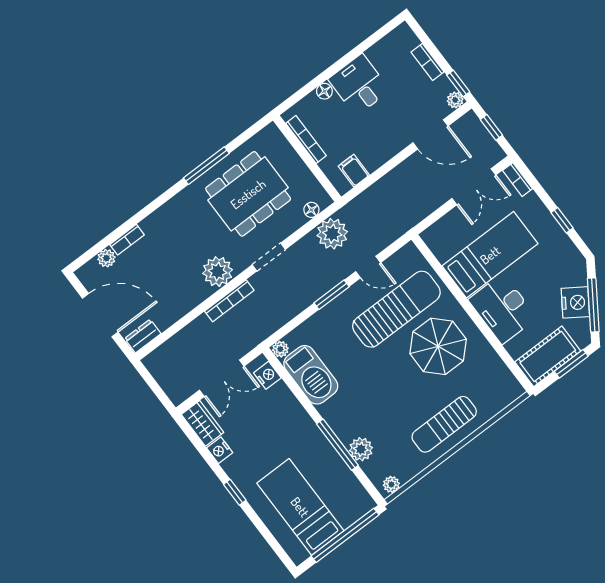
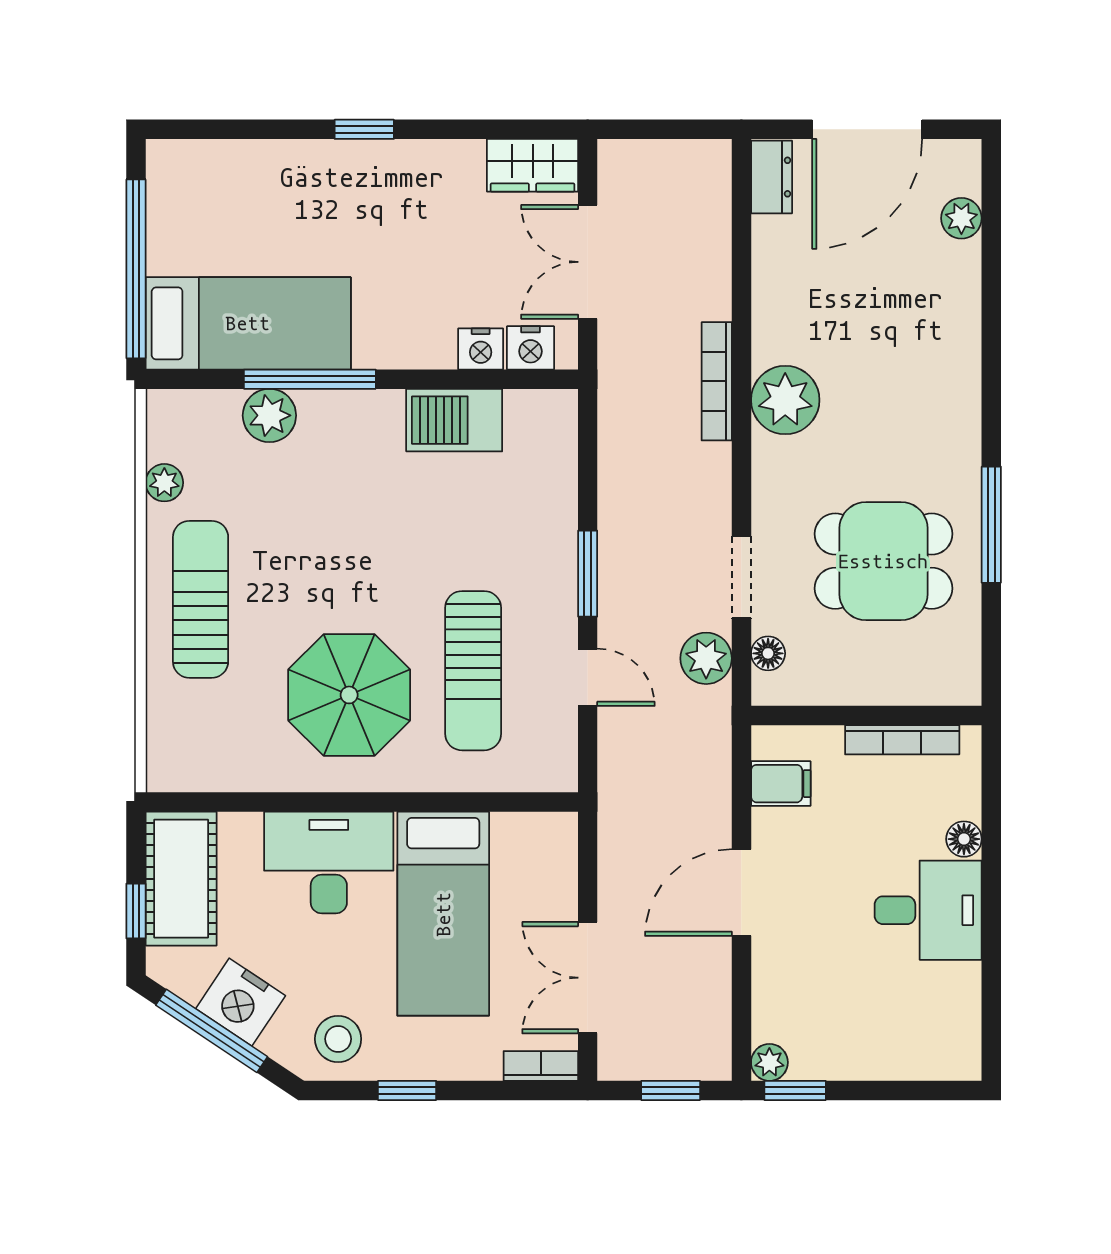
bookcase: (427, 62) -> (876, 1065), removed
door: (431, 134) -> (741, 893), moved
dining table: (248, 194) -> (883, 561), width x0.73
plant: (332, 234) -> (706, 658), width x0.73, depth x0.73
bookcase: (127, 240) -> (966, 280), removed
doorway: (269, 257) -> (741, 577), moved
stool: (562, 258) -> (338, 1039), added
door: (368, 267) -> (588, 677), swing flipped
sun lounger: (396, 309) -> (473, 671), width x0.73, depth x0.75
plant: (280, 349) -> (560, 407), removed
window: (571, 364) -> (136, 911), width x0.67
barbecue: (311, 375) -> (454, 420), width x0.73, depth x0.83
nightstand: (220, 450) -> (481, 349), moved, turned 180
plant: (391, 484) -> (164, 483), moved
bed: (300, 507) -> (248, 323), moved

